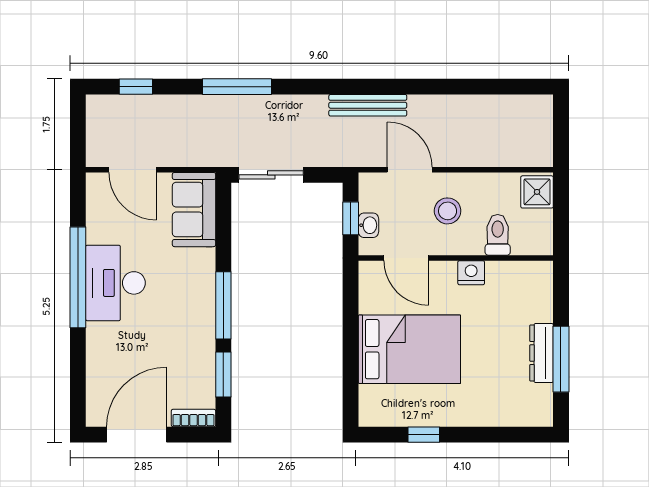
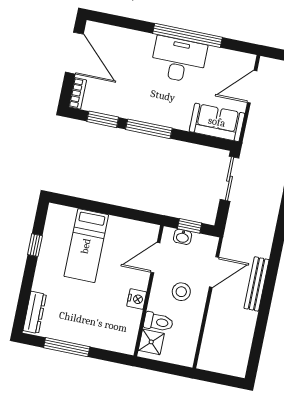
bench: (368, 105) -> (256, 284), moved
shower: (537, 192) -> (151, 342), moved
bed: (409, 349) -> (86, 246), width x0.67
dresser: (542, 353) -> (35, 312), moved, turned 90

